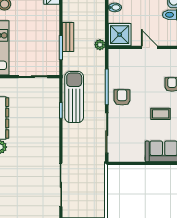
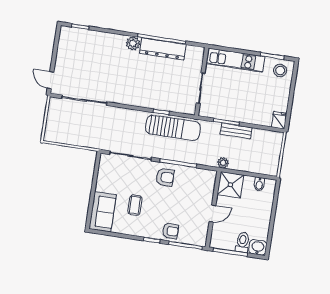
coffee table: (161, 114) -> (135, 205), moved

